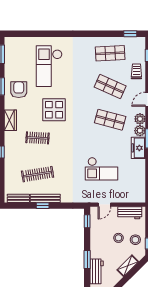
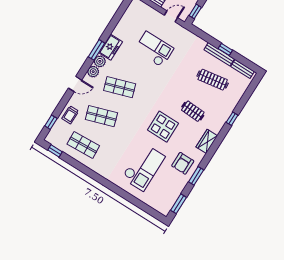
shop shelf: (110, 87) -> (101, 116), turned -42
shop shelf: (110, 120) -> (120, 87), turned -33

